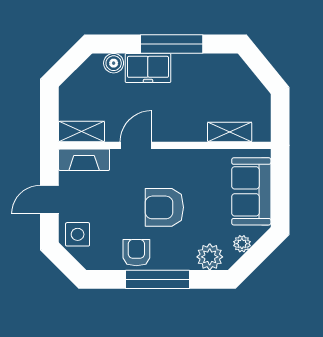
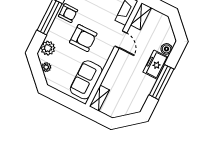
shelving: (230, 132) -> (99, 98), moved
sofa: (251, 191) -> (86, 80), moved, turned -90
armchair: (164, 207) -> (83, 38), turned 90

